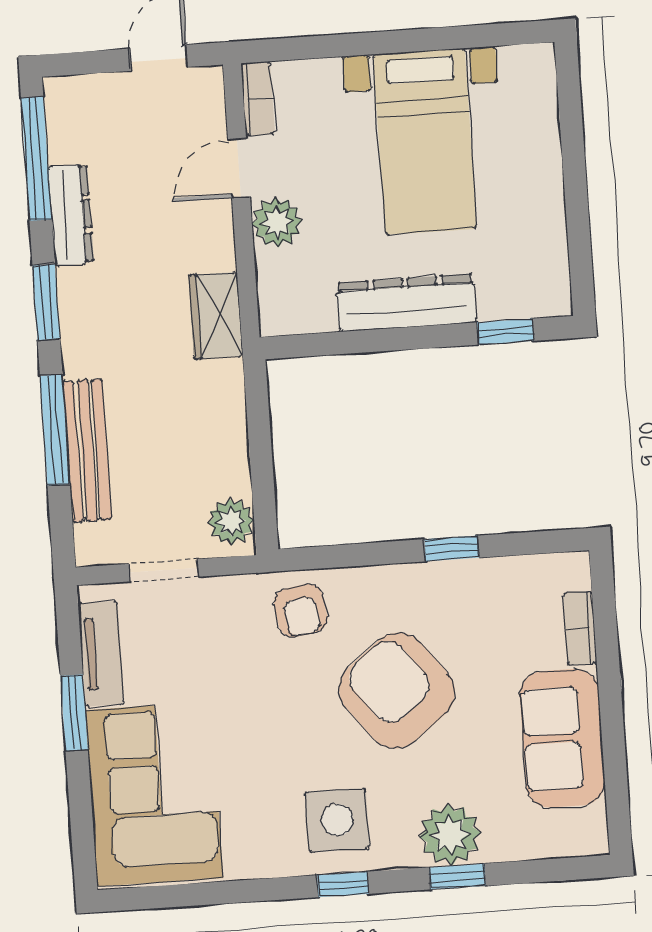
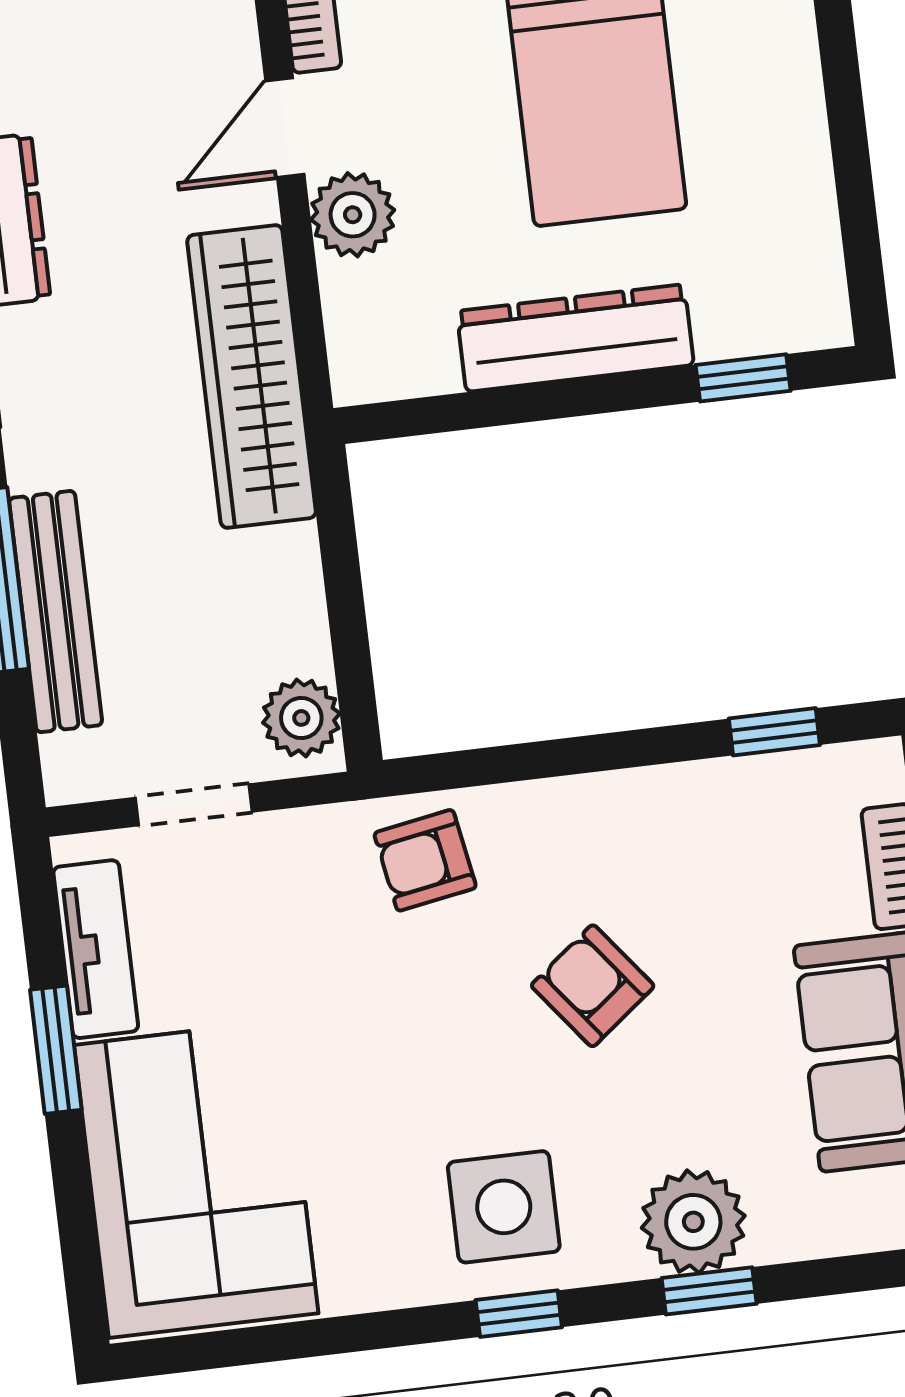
wardrobe: (216, 316) -> (252, 376), width x2.10, depth x1.17
window: (452, 548) -> (774, 732), moved
armchair: (301, 610) -> (425, 860), turned 89
armchair: (397, 691) -> (593, 986), width x0.53, depth x0.53

